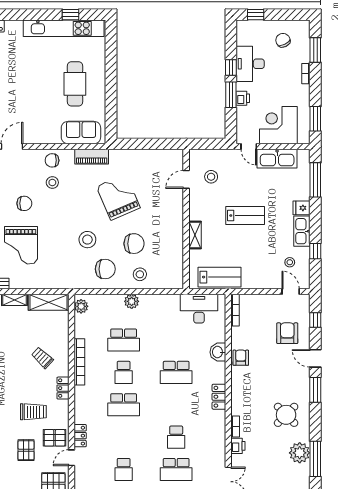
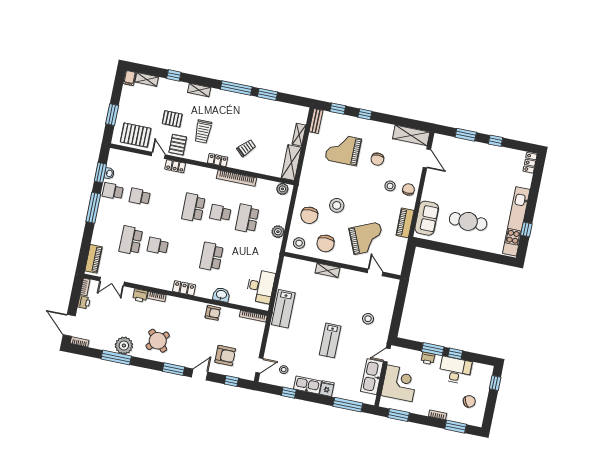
door: (186, 179) -> (375, 272), moved
wall: (186, 219) -> (342, 266), moved
shelving: (195, 235) -> (328, 270), moved

